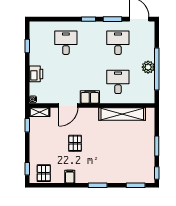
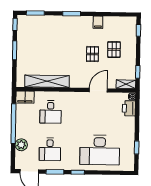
desk: (66, 43) -> (100, 150), width x1.87, depth x1.30
plant: (148, 67) -> (21, 145), moved
printer: (36, 74) -> (129, 108), moved
filing cabinet: (90, 97) -> (25, 97), moved
pallet: (44, 173) -> (114, 50), moved

